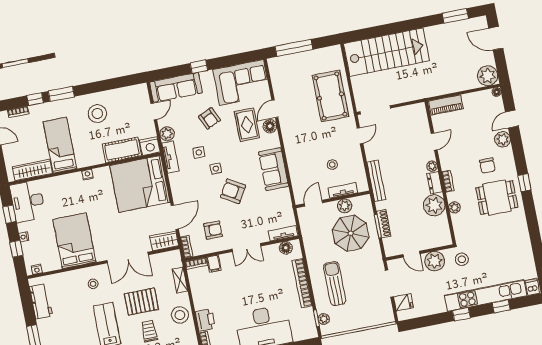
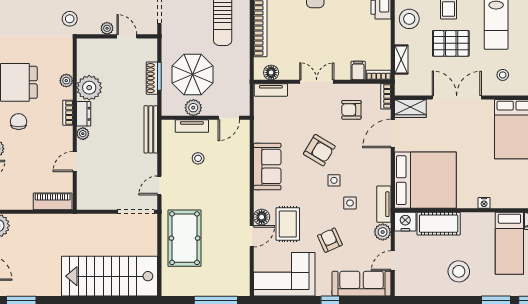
plant: (435, 261) -> (107, 28), width x0.53, depth x0.53

